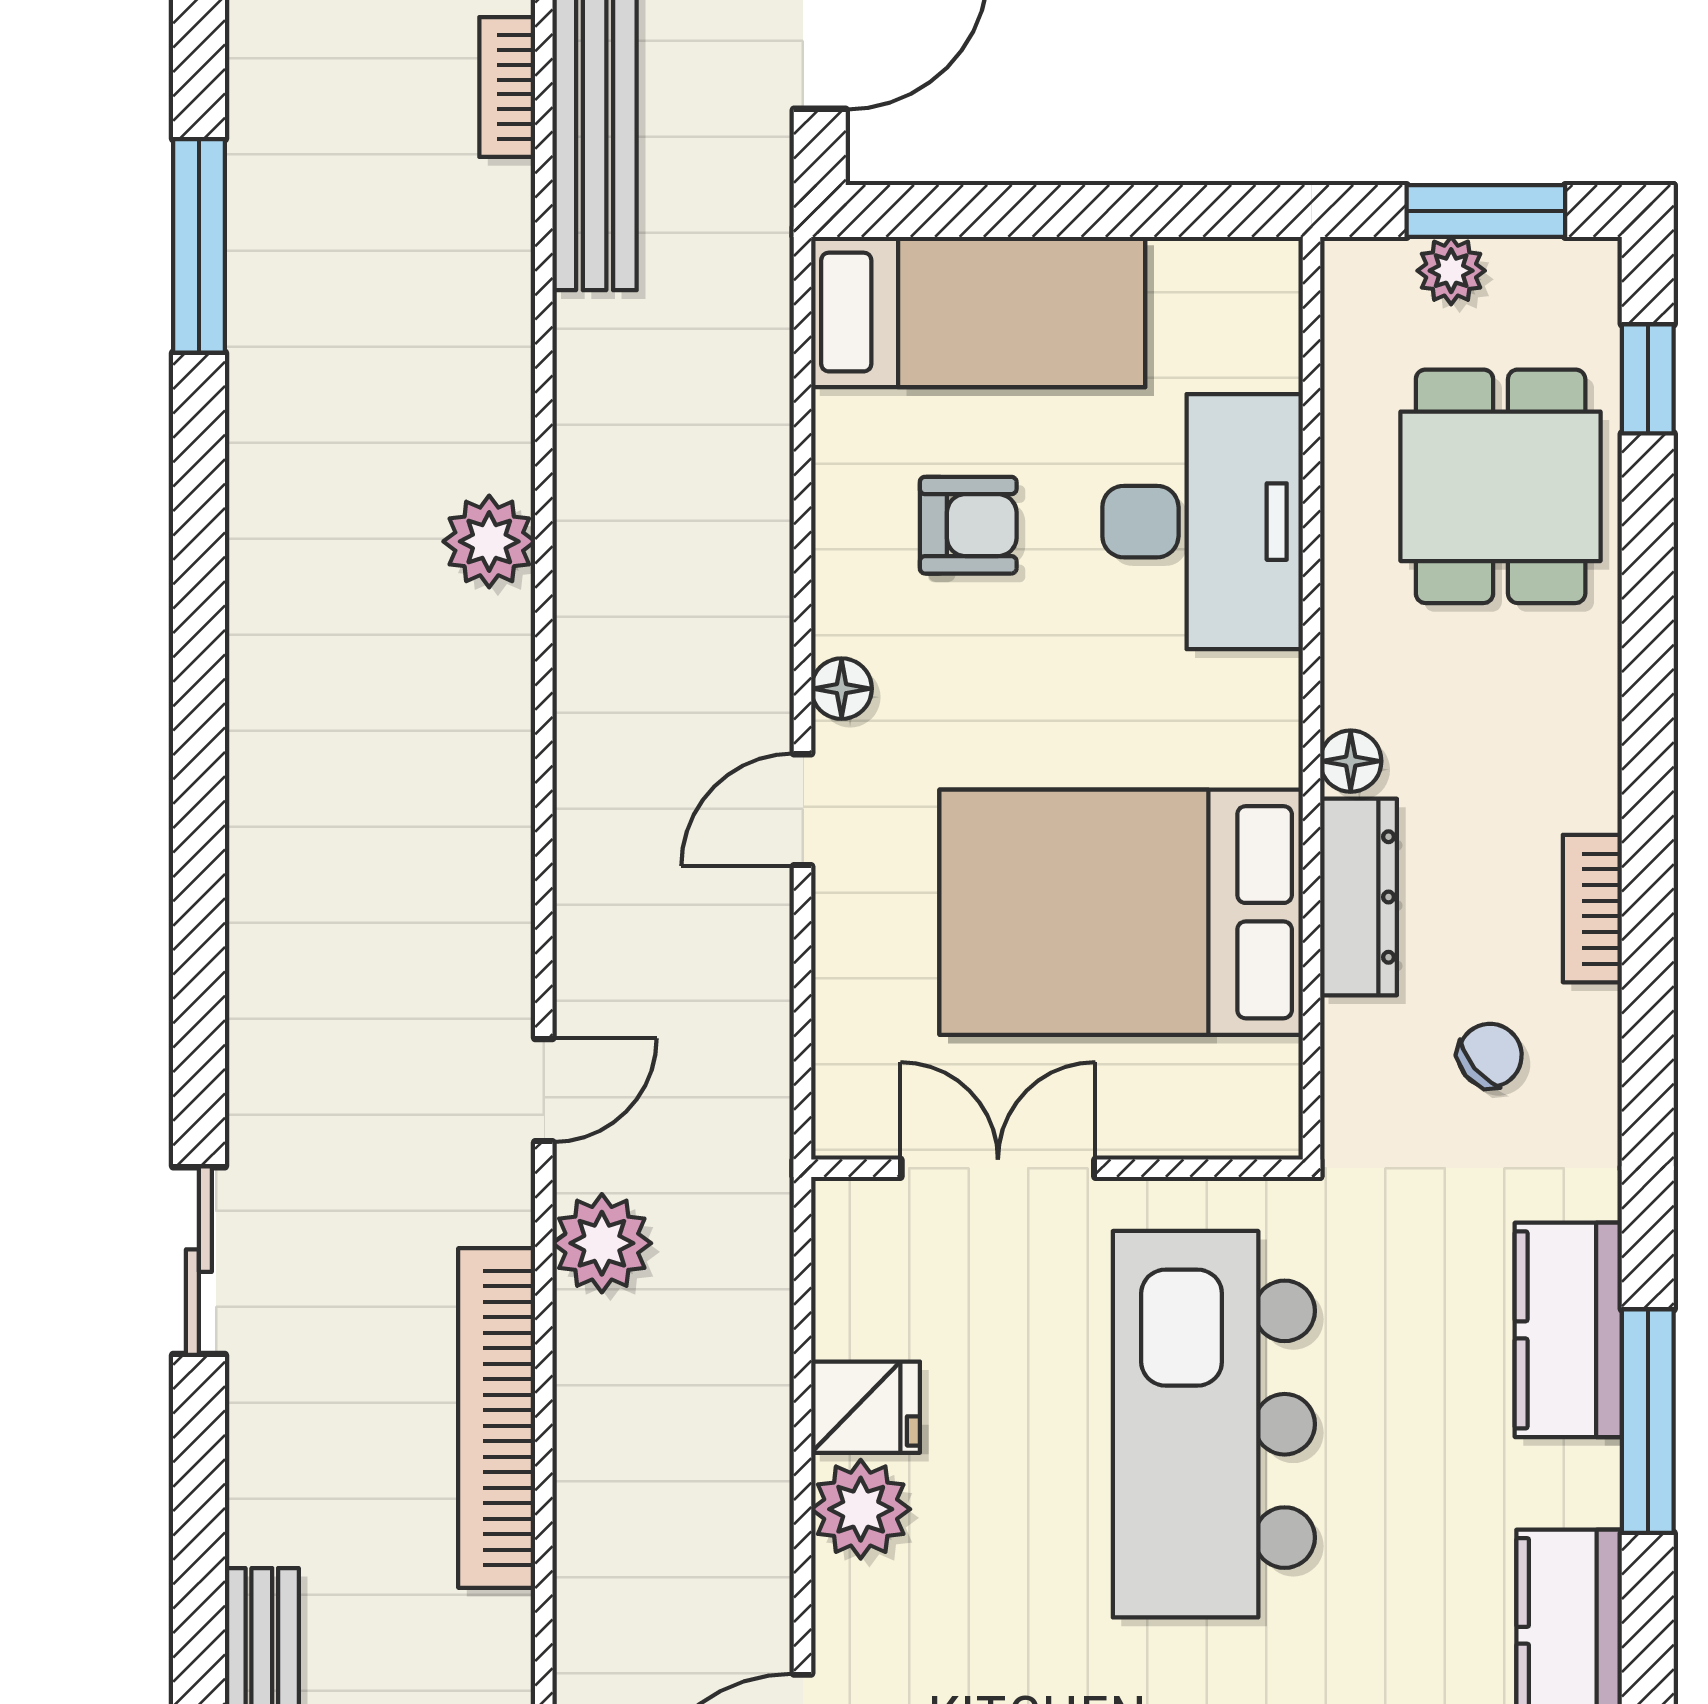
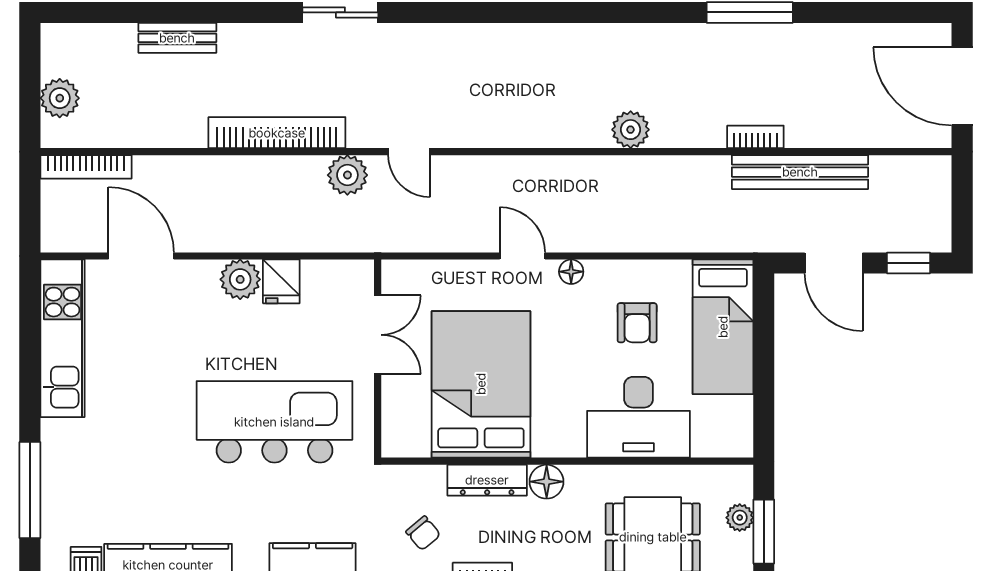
bookcase: (507, 87) -> (755, 137), moved
floor lamp: (1351, 761) -> (547, 482), width x1.37, depth x1.37

